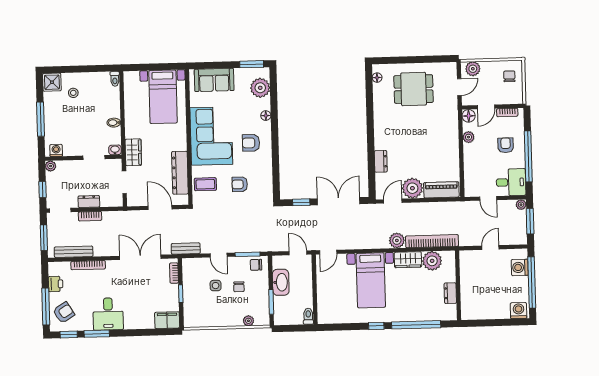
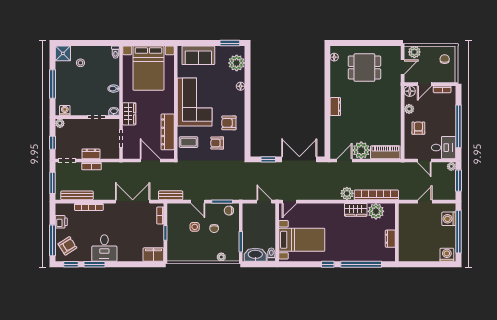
bed with nightstands: (163, 97) -> (148, 68), width x1.36
armchair: (251, 143) -> (229, 123), moved
armchair: (506, 145) -> (418, 128), moved
dresser: (381, 161) -> (335, 107), moved
bed with nightstands: (371, 280) -> (302, 240), moved, turned -90
washbasin: (281, 282) -> (255, 255), moved, turned -90

